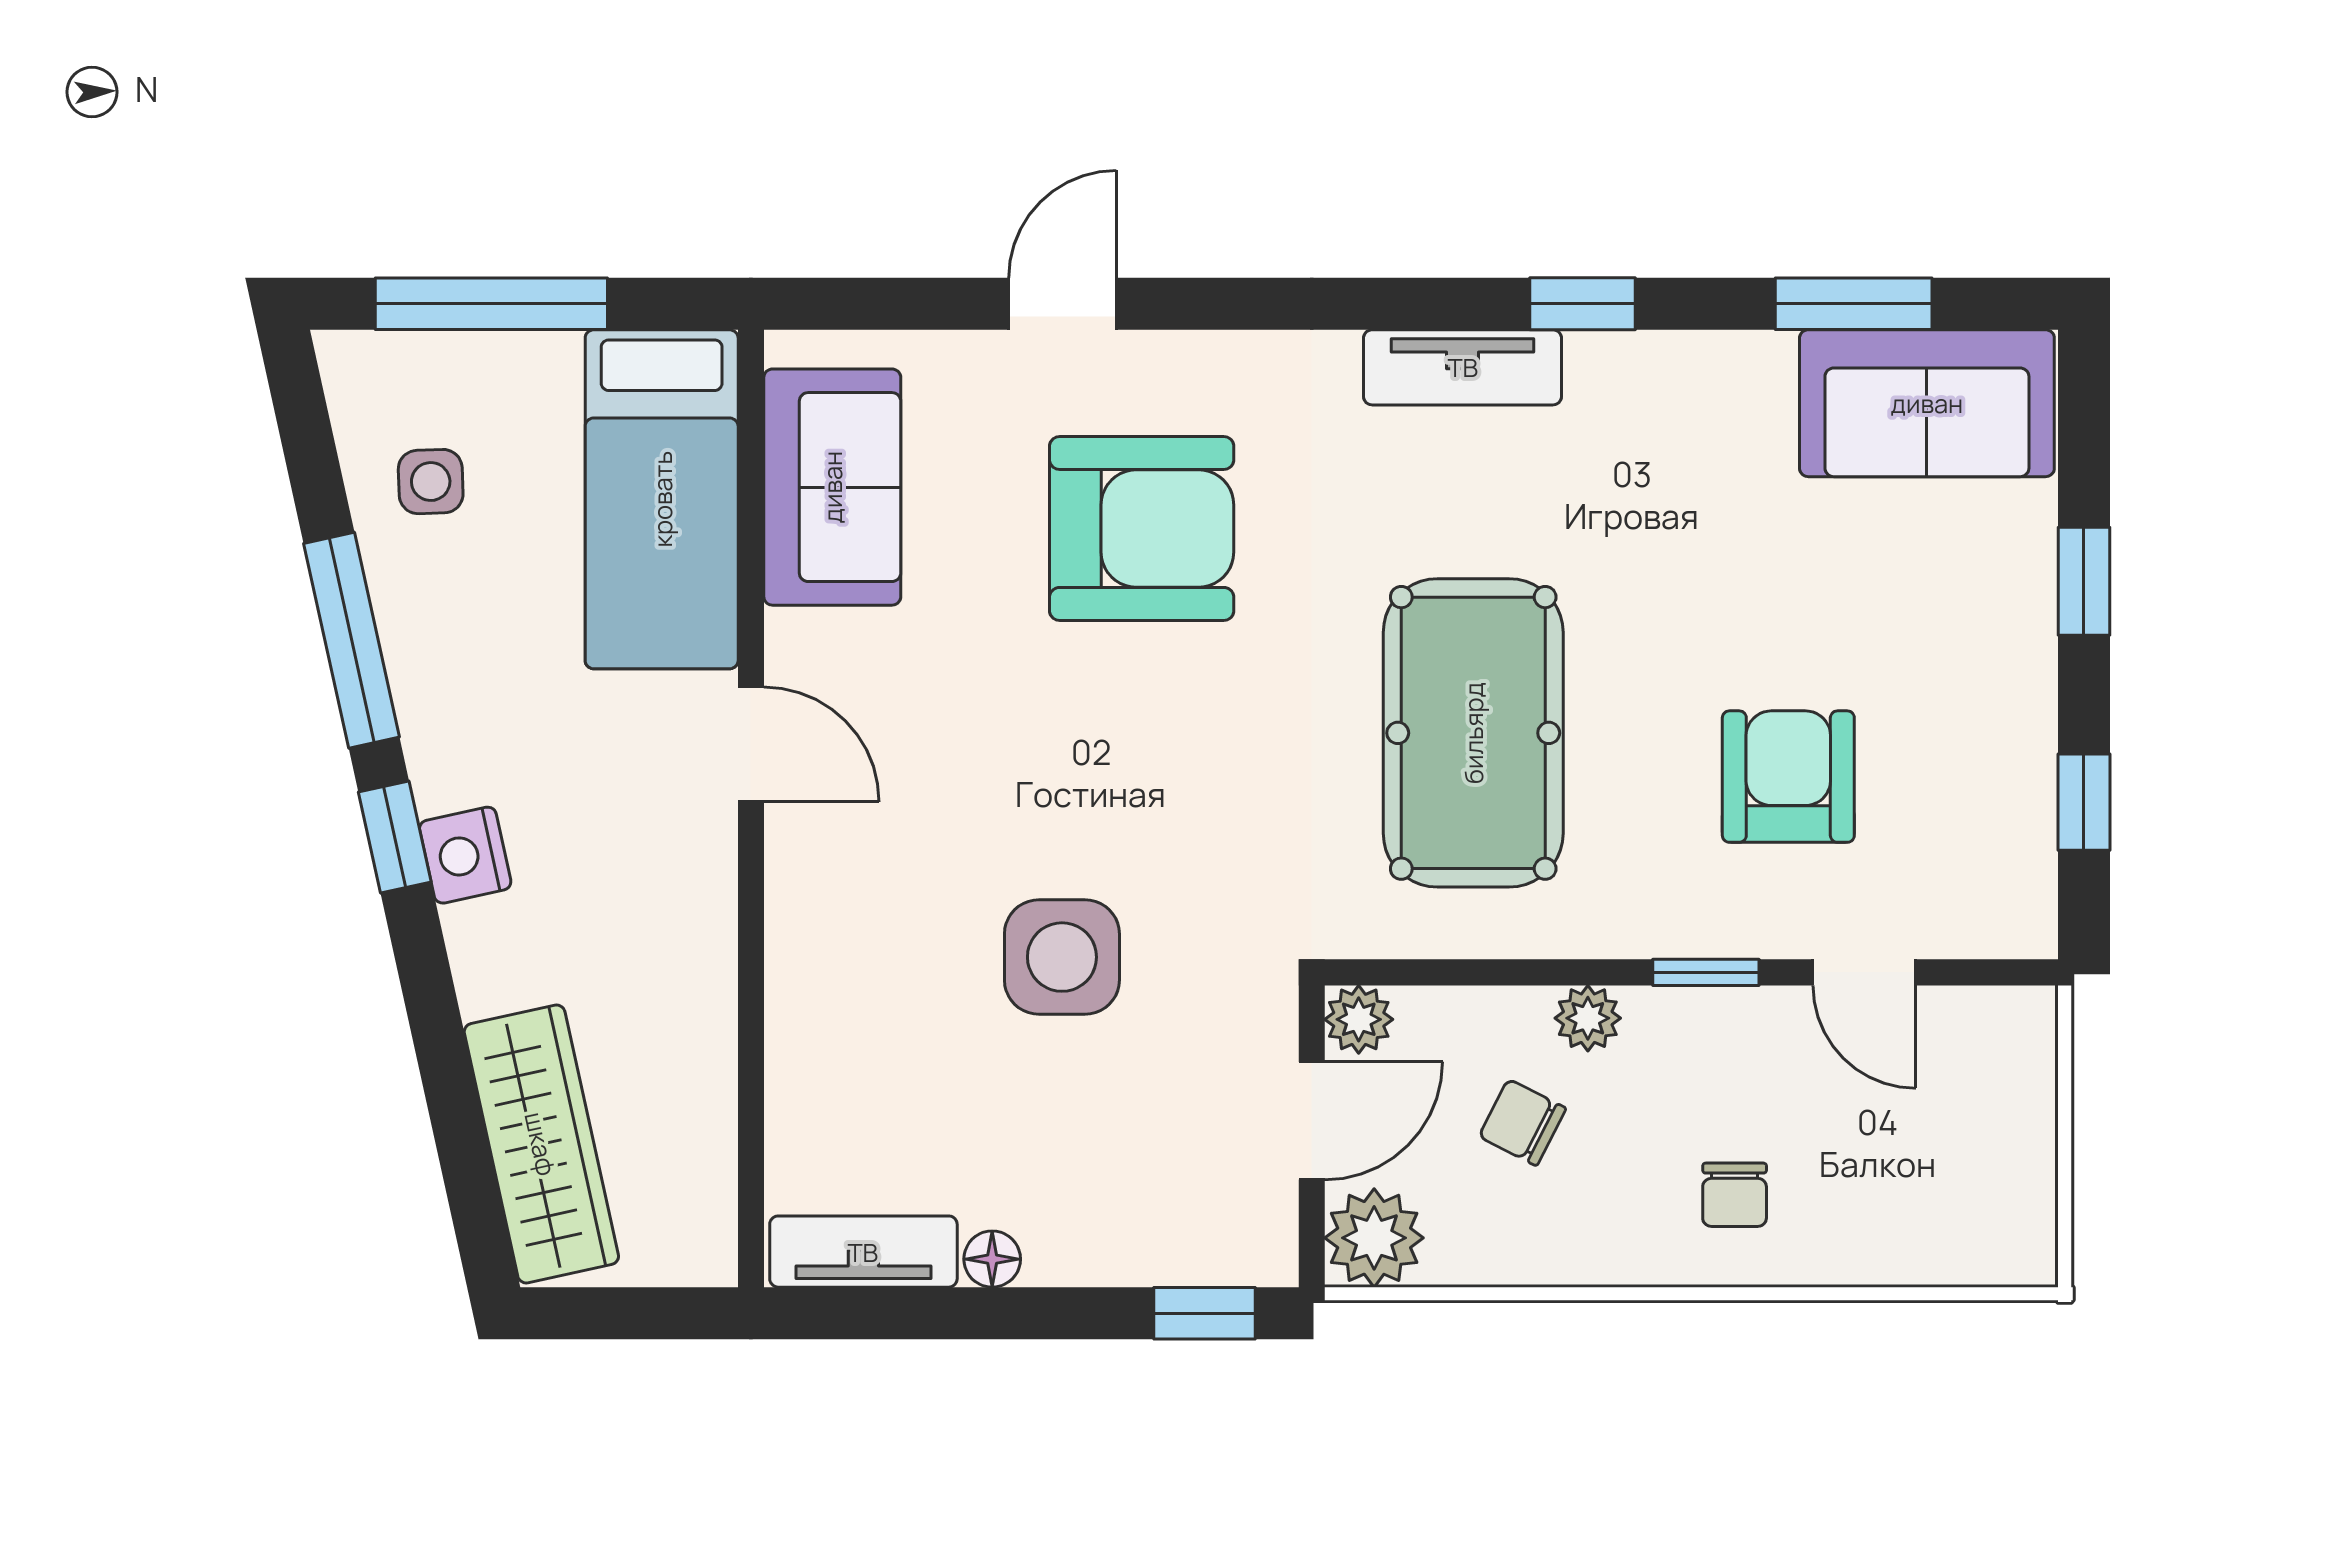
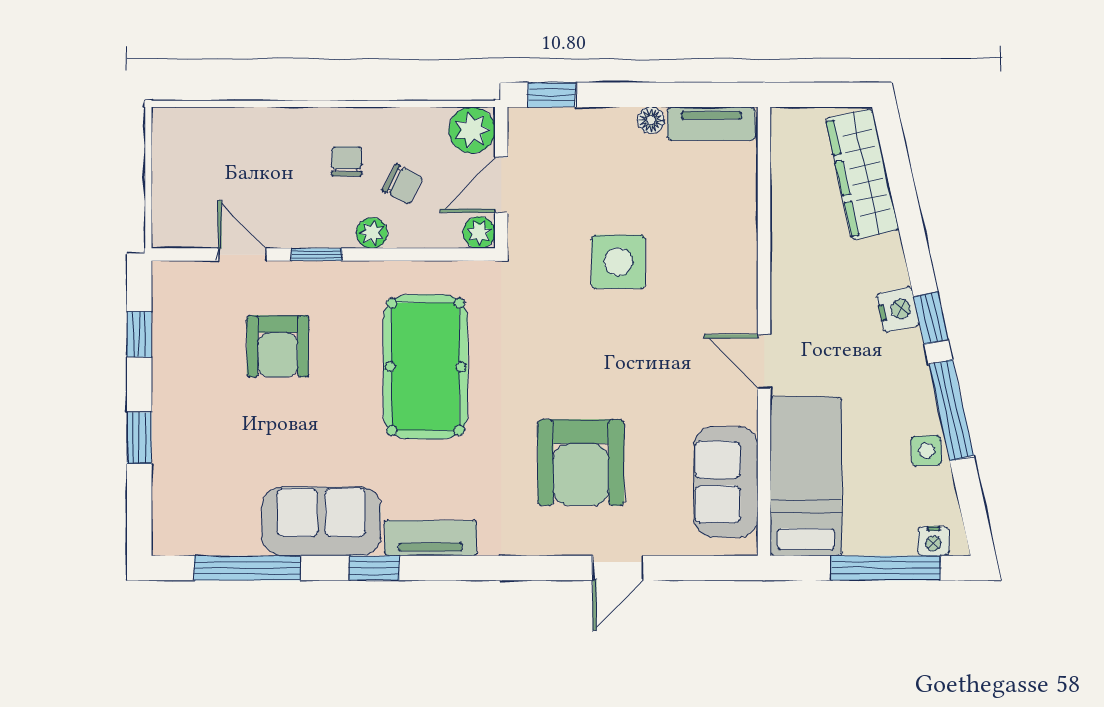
window: (1854, 304) -> (247, 568), width x1.44
nightstand: (390, 361) -> (933, 541), added
sofa: (1927, 403) -> (321, 521), moved
side table: (431, 482) -> (926, 451), moved
armchair: (1142, 528) -> (581, 463), turned -90
chair: (1735, 1195) -> (347, 161), moved

